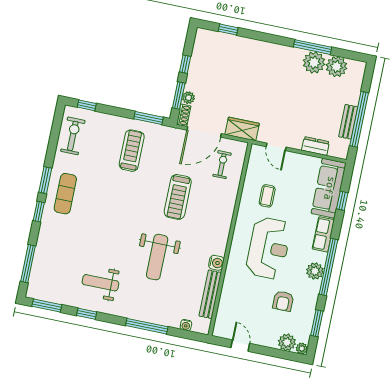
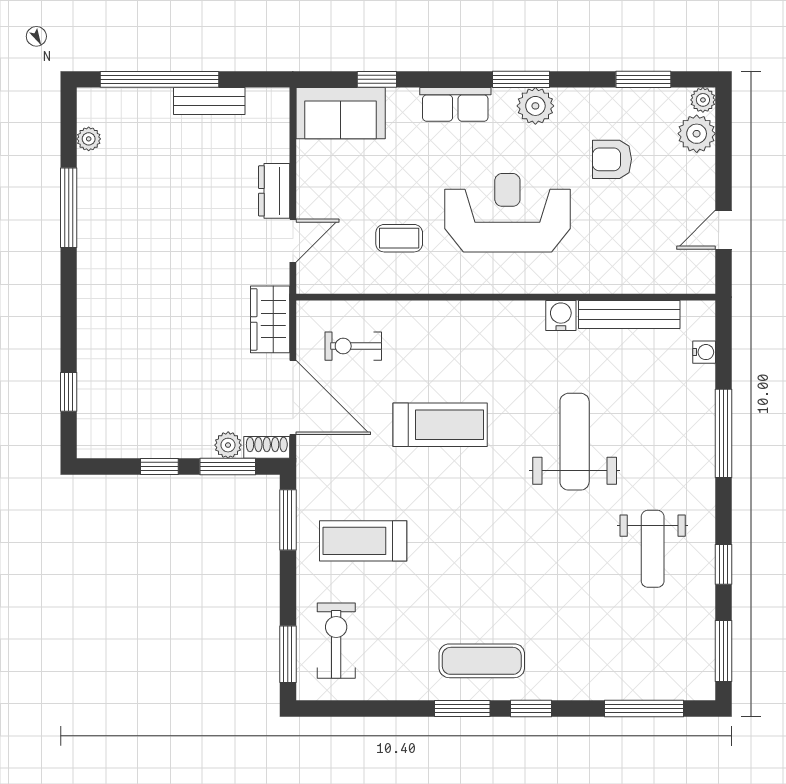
plant: (314, 62) -> (100, 198), removed
plant: (336, 67) -> (89, 139), width x0.53, depth x0.53
window: (87, 105) -> (288, 654), width x1.50
window: (359, 119) -> (160, 79), moved
exercise bike: (73, 136) -> (336, 641), moved, turned 90
dresser: (315, 146) -> (274, 191), moved
sofa: (329, 188) -> (341, 113), width x0.73
weight bench: (157, 257) -> (575, 442), turned -90
window: (328, 267) -> (521, 79), width x0.47
armchair: (283, 301) -> (612, 159), turned 180

